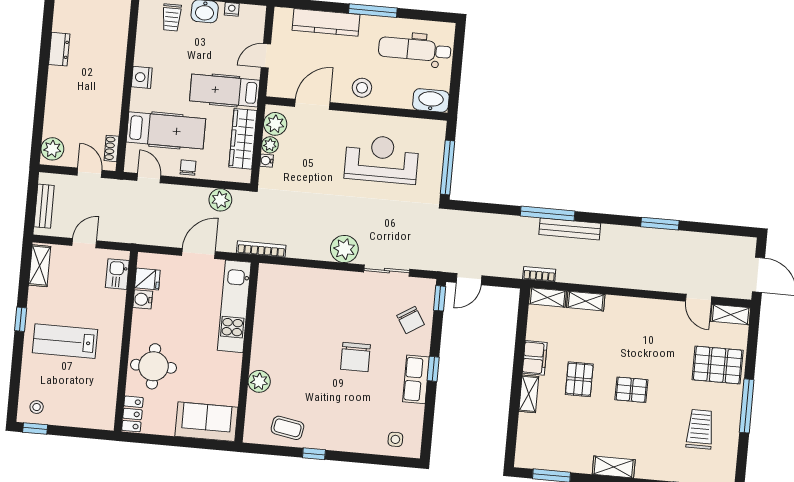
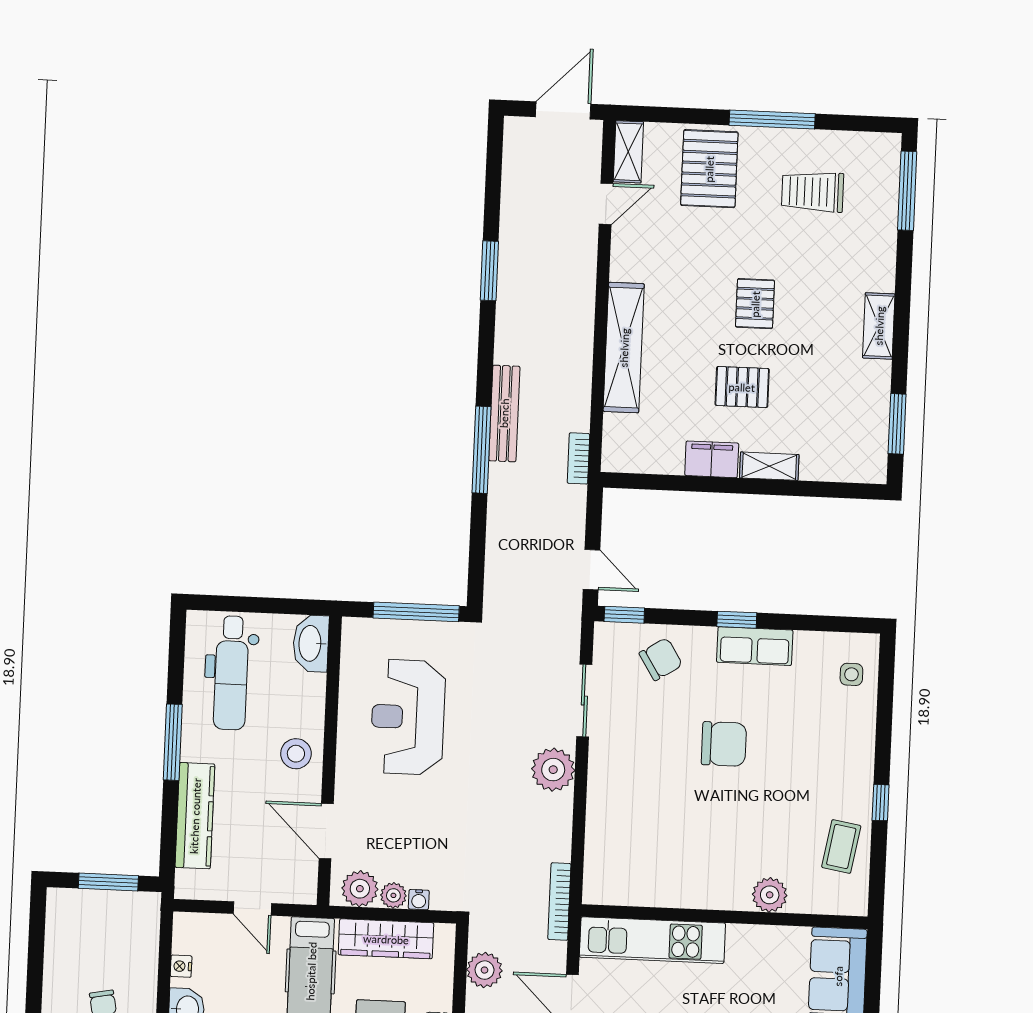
shelving: (548, 297) -> (615, 444), removed
shelving: (586, 301) -> (624, 348), width x2.20, depth x1.33

